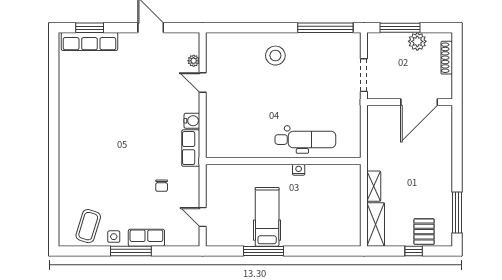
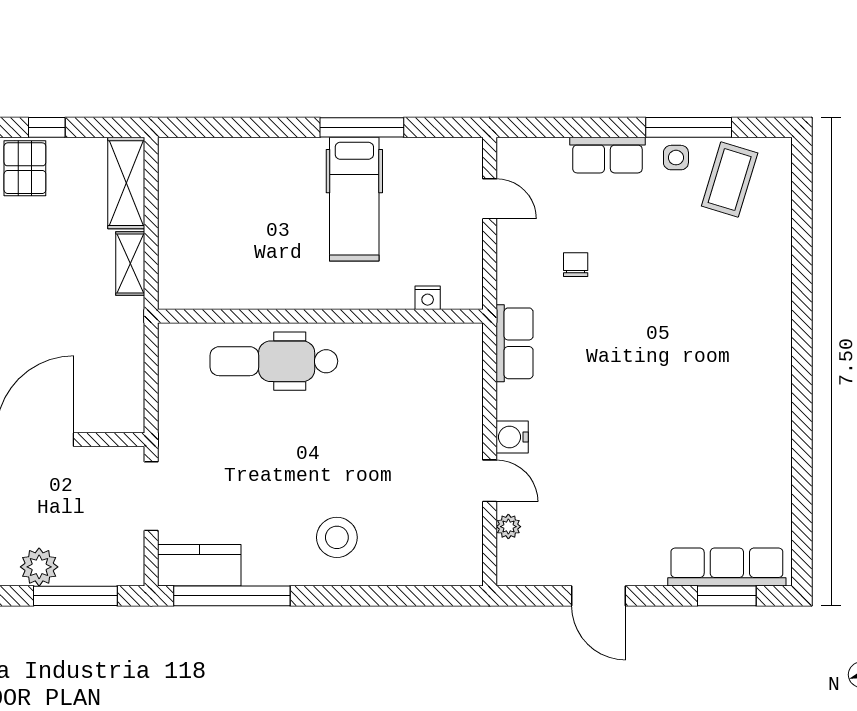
kitchen counter: (341, 42) -> (199, 565), added
water cooler: (192, 121) -> (512, 437), moved
nightstand: (299, 170) -> (428, 298), moved
window: (131, 251) -> (689, 127), moved

